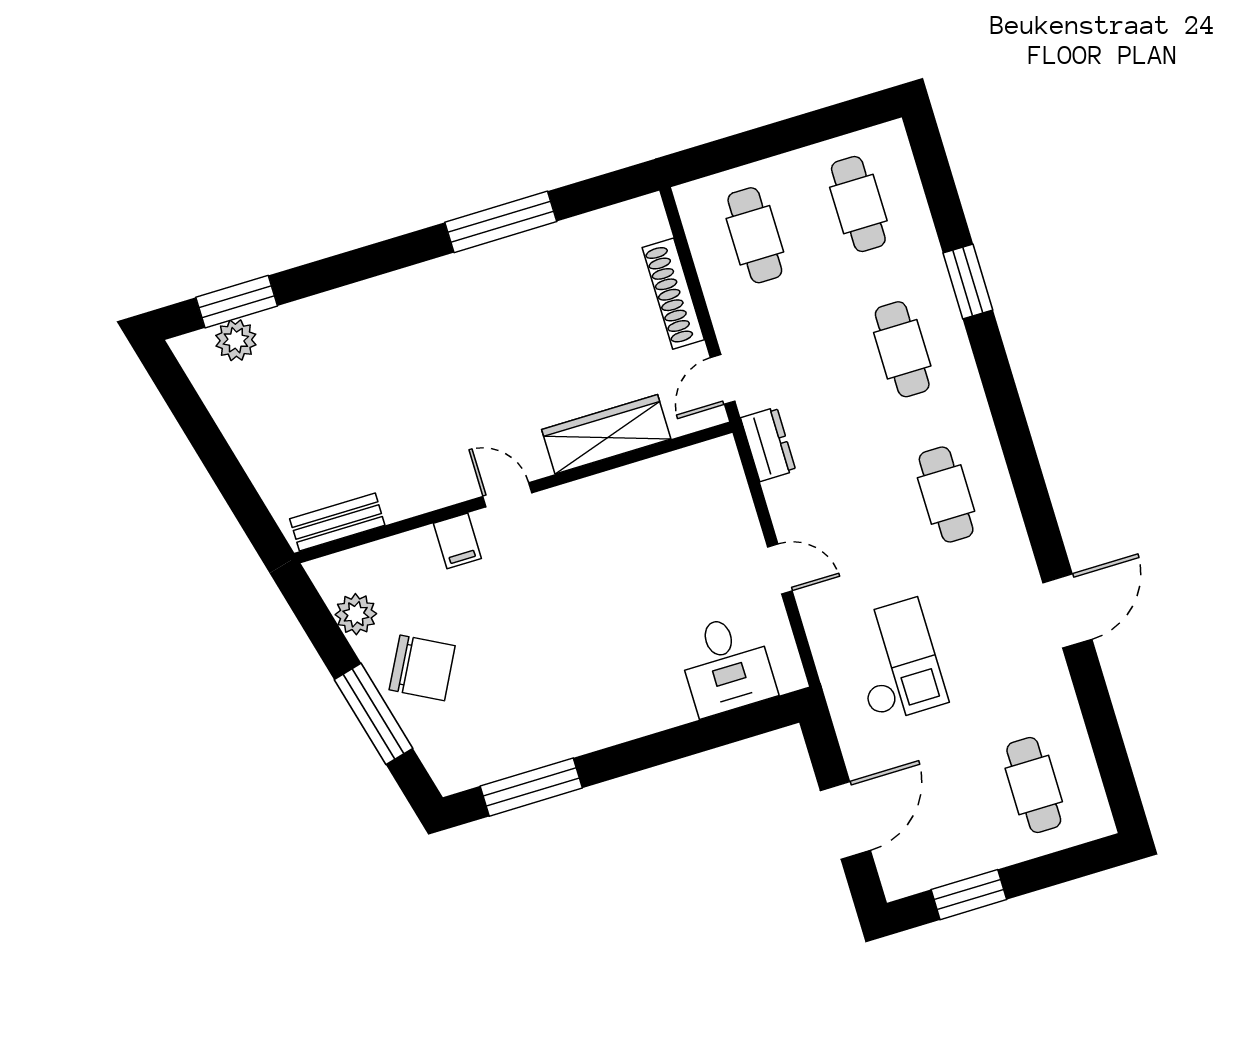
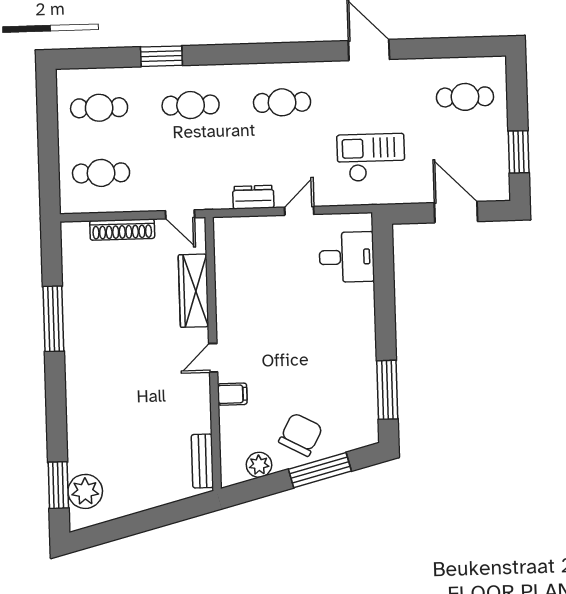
plant: (236, 340) -> (85, 491), width x1.36, depth x1.36
dresser: (768, 444) -> (253, 197), moved

